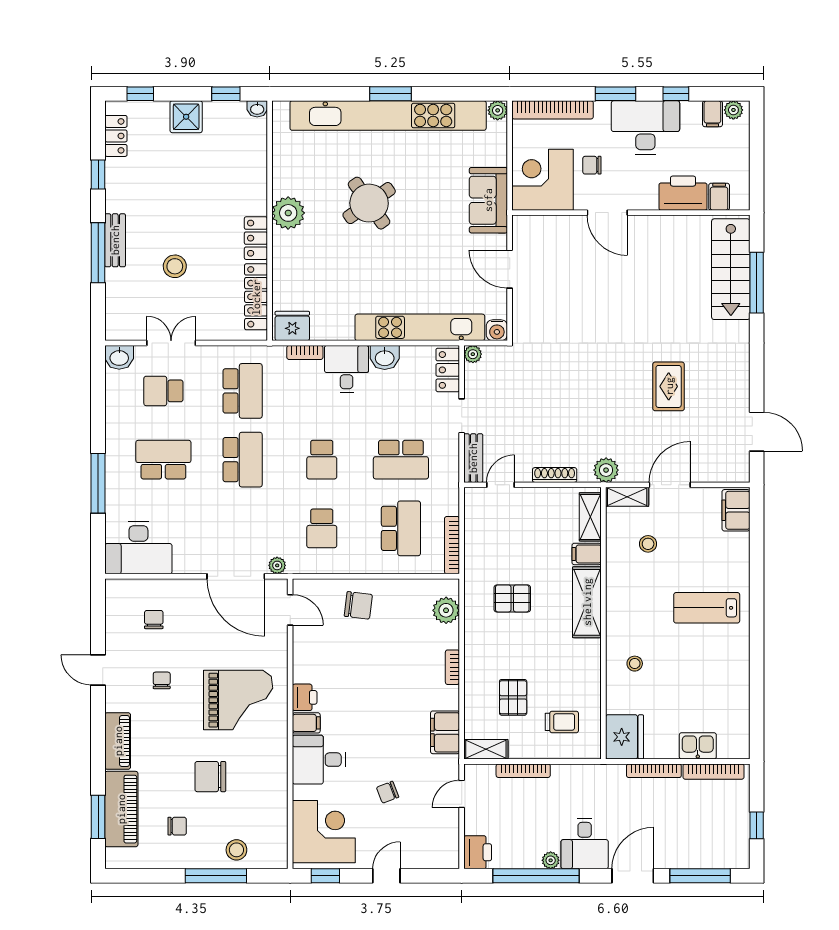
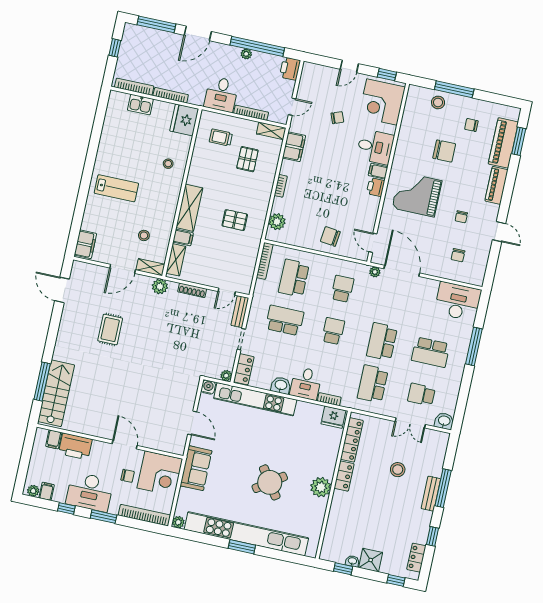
washbasin: (257, 109) -> (352, 561), moved
school desk: (163, 391) -> (421, 394), turned 180
desk: (585, 844) -> (221, 94), moved, turned 180

